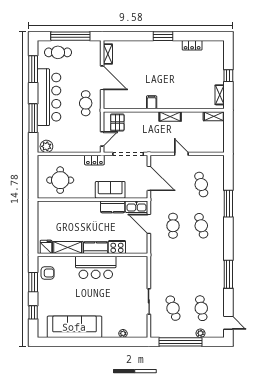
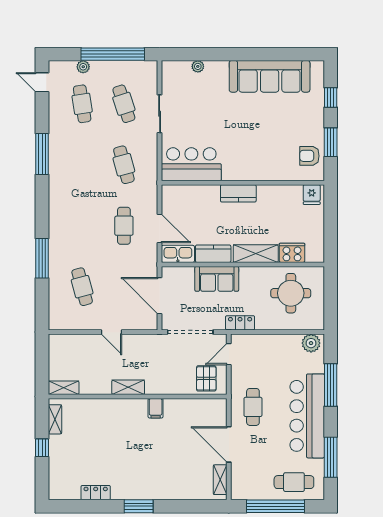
cafe table: (201, 226) -> (124, 165), moved
cooker: (117, 247) -> (292, 253), moved, turned 180
shelving: (68, 248) -> (256, 254), moved
bar counter: (96, 267) -> (191, 164), moved

